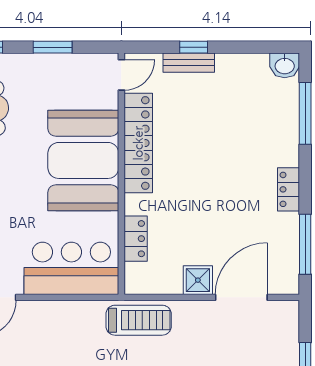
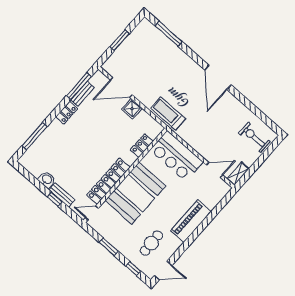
washbasin: (285, 65) -> (47, 180), moved
bench: (290, 238) -> (82, 94), added

